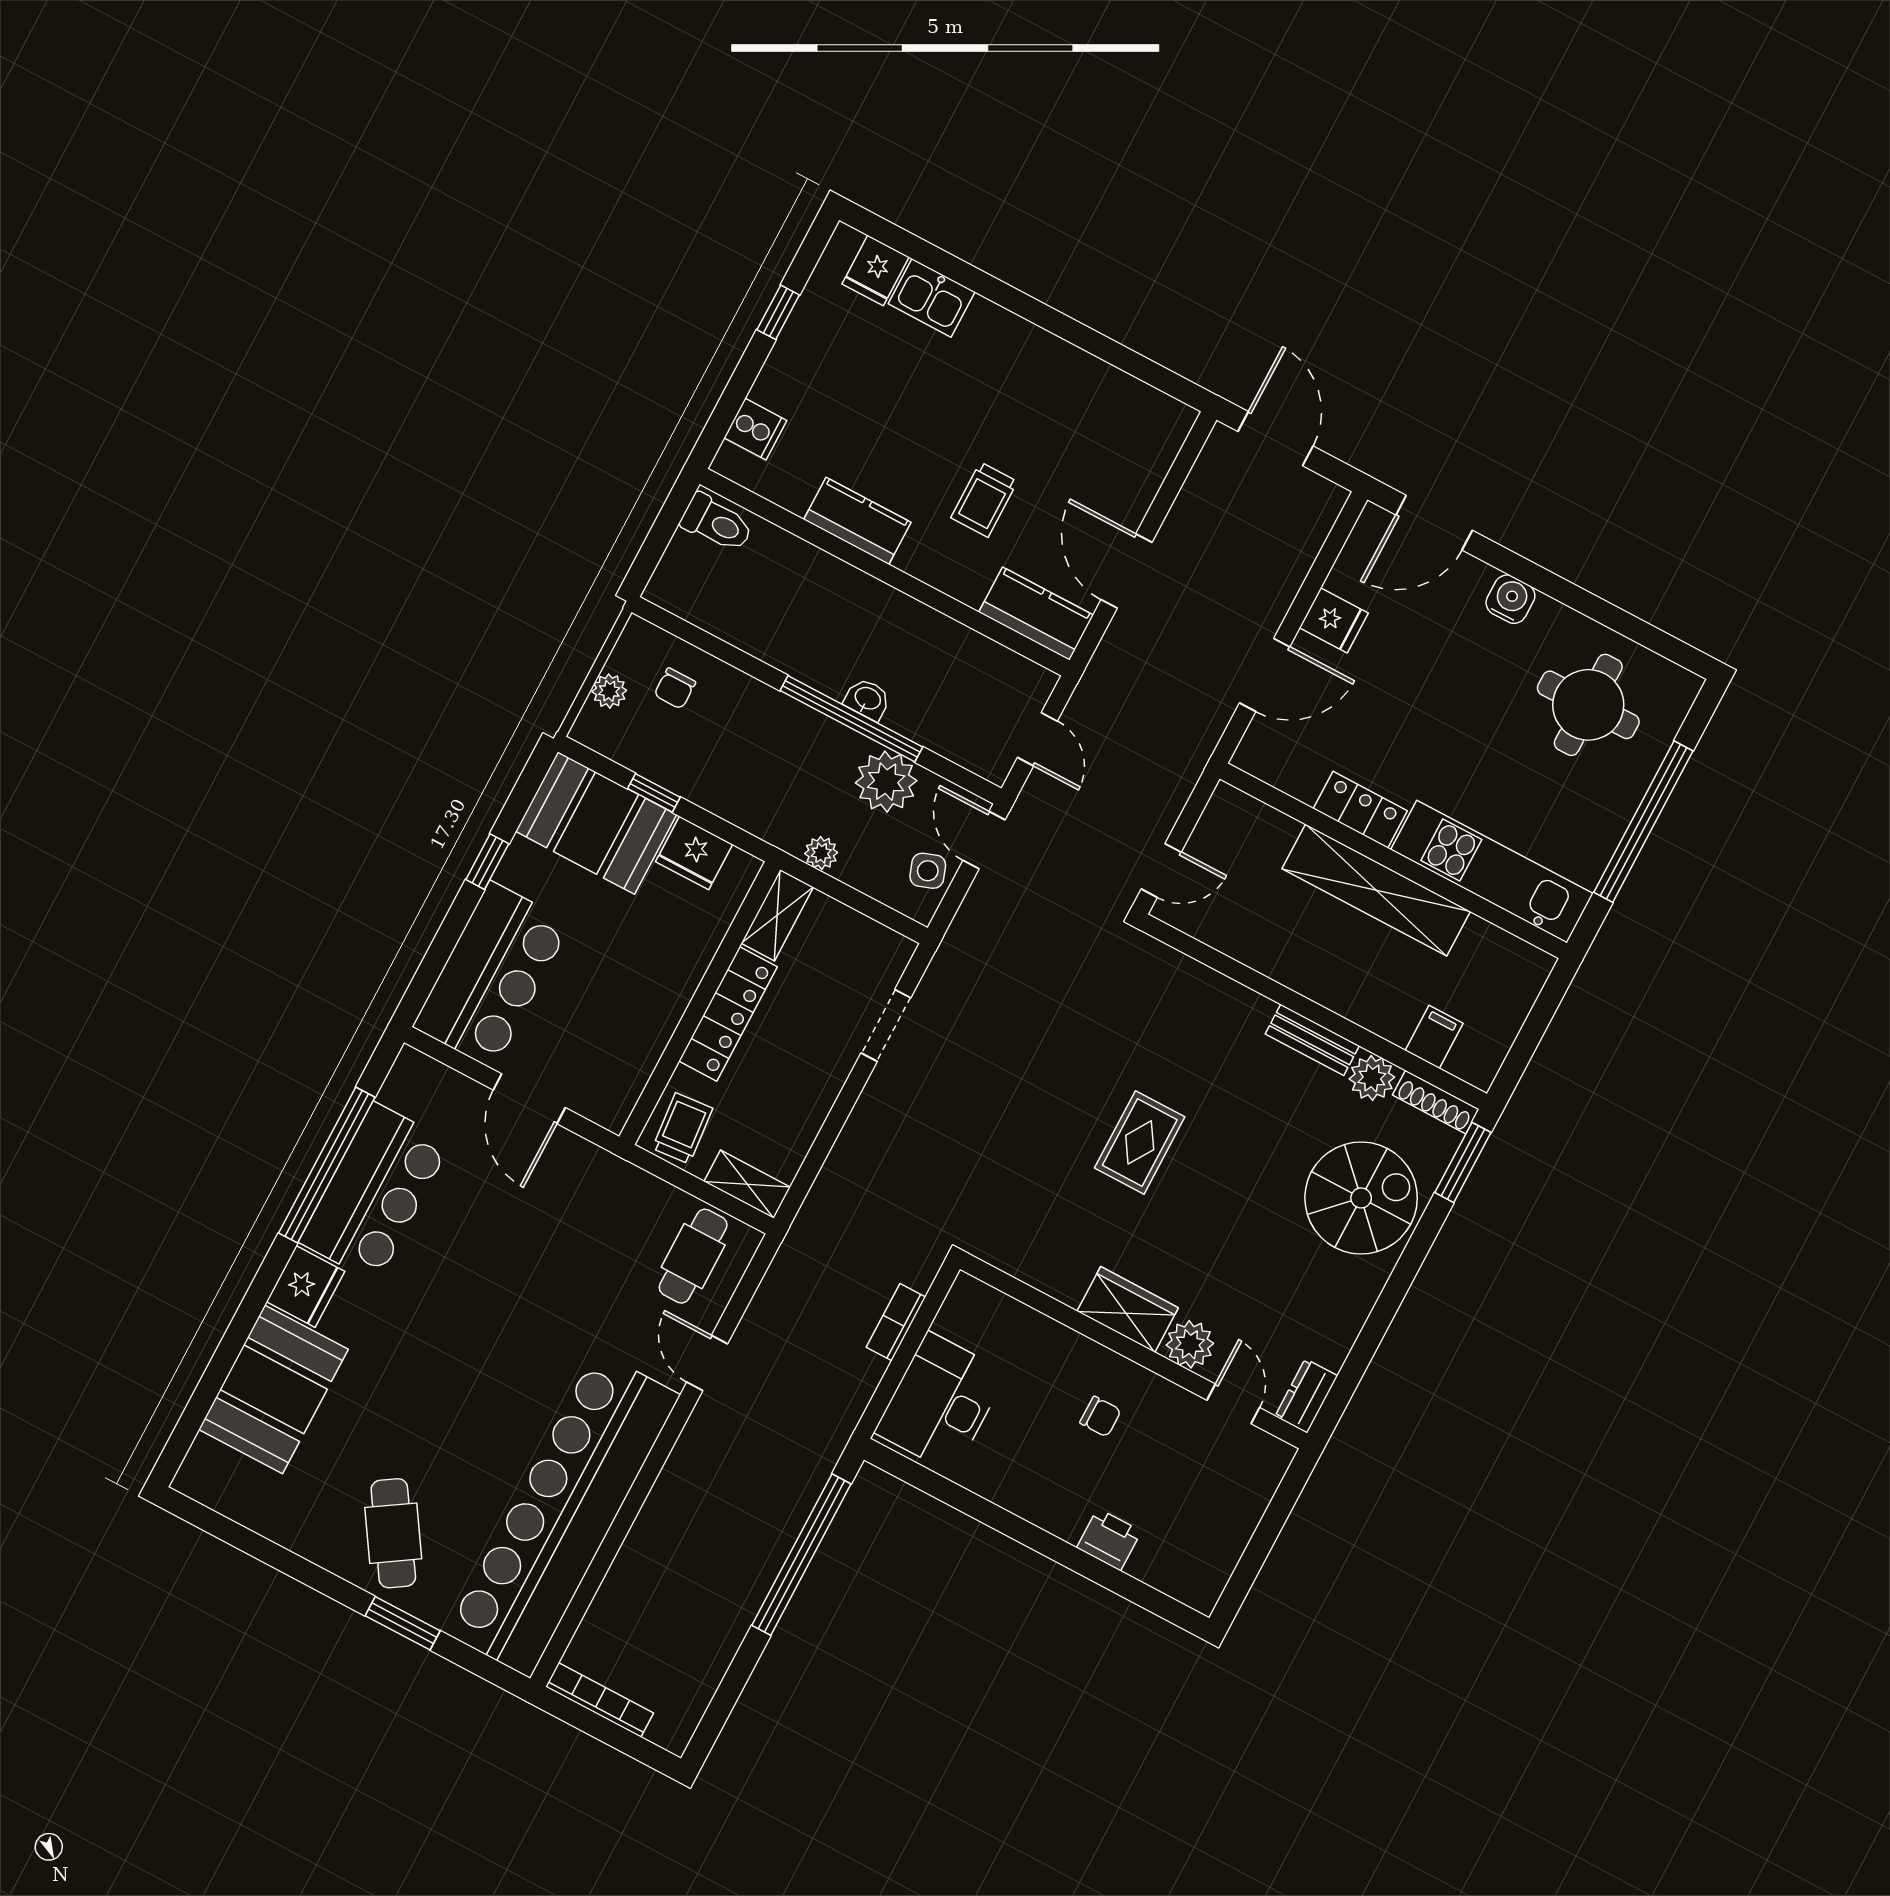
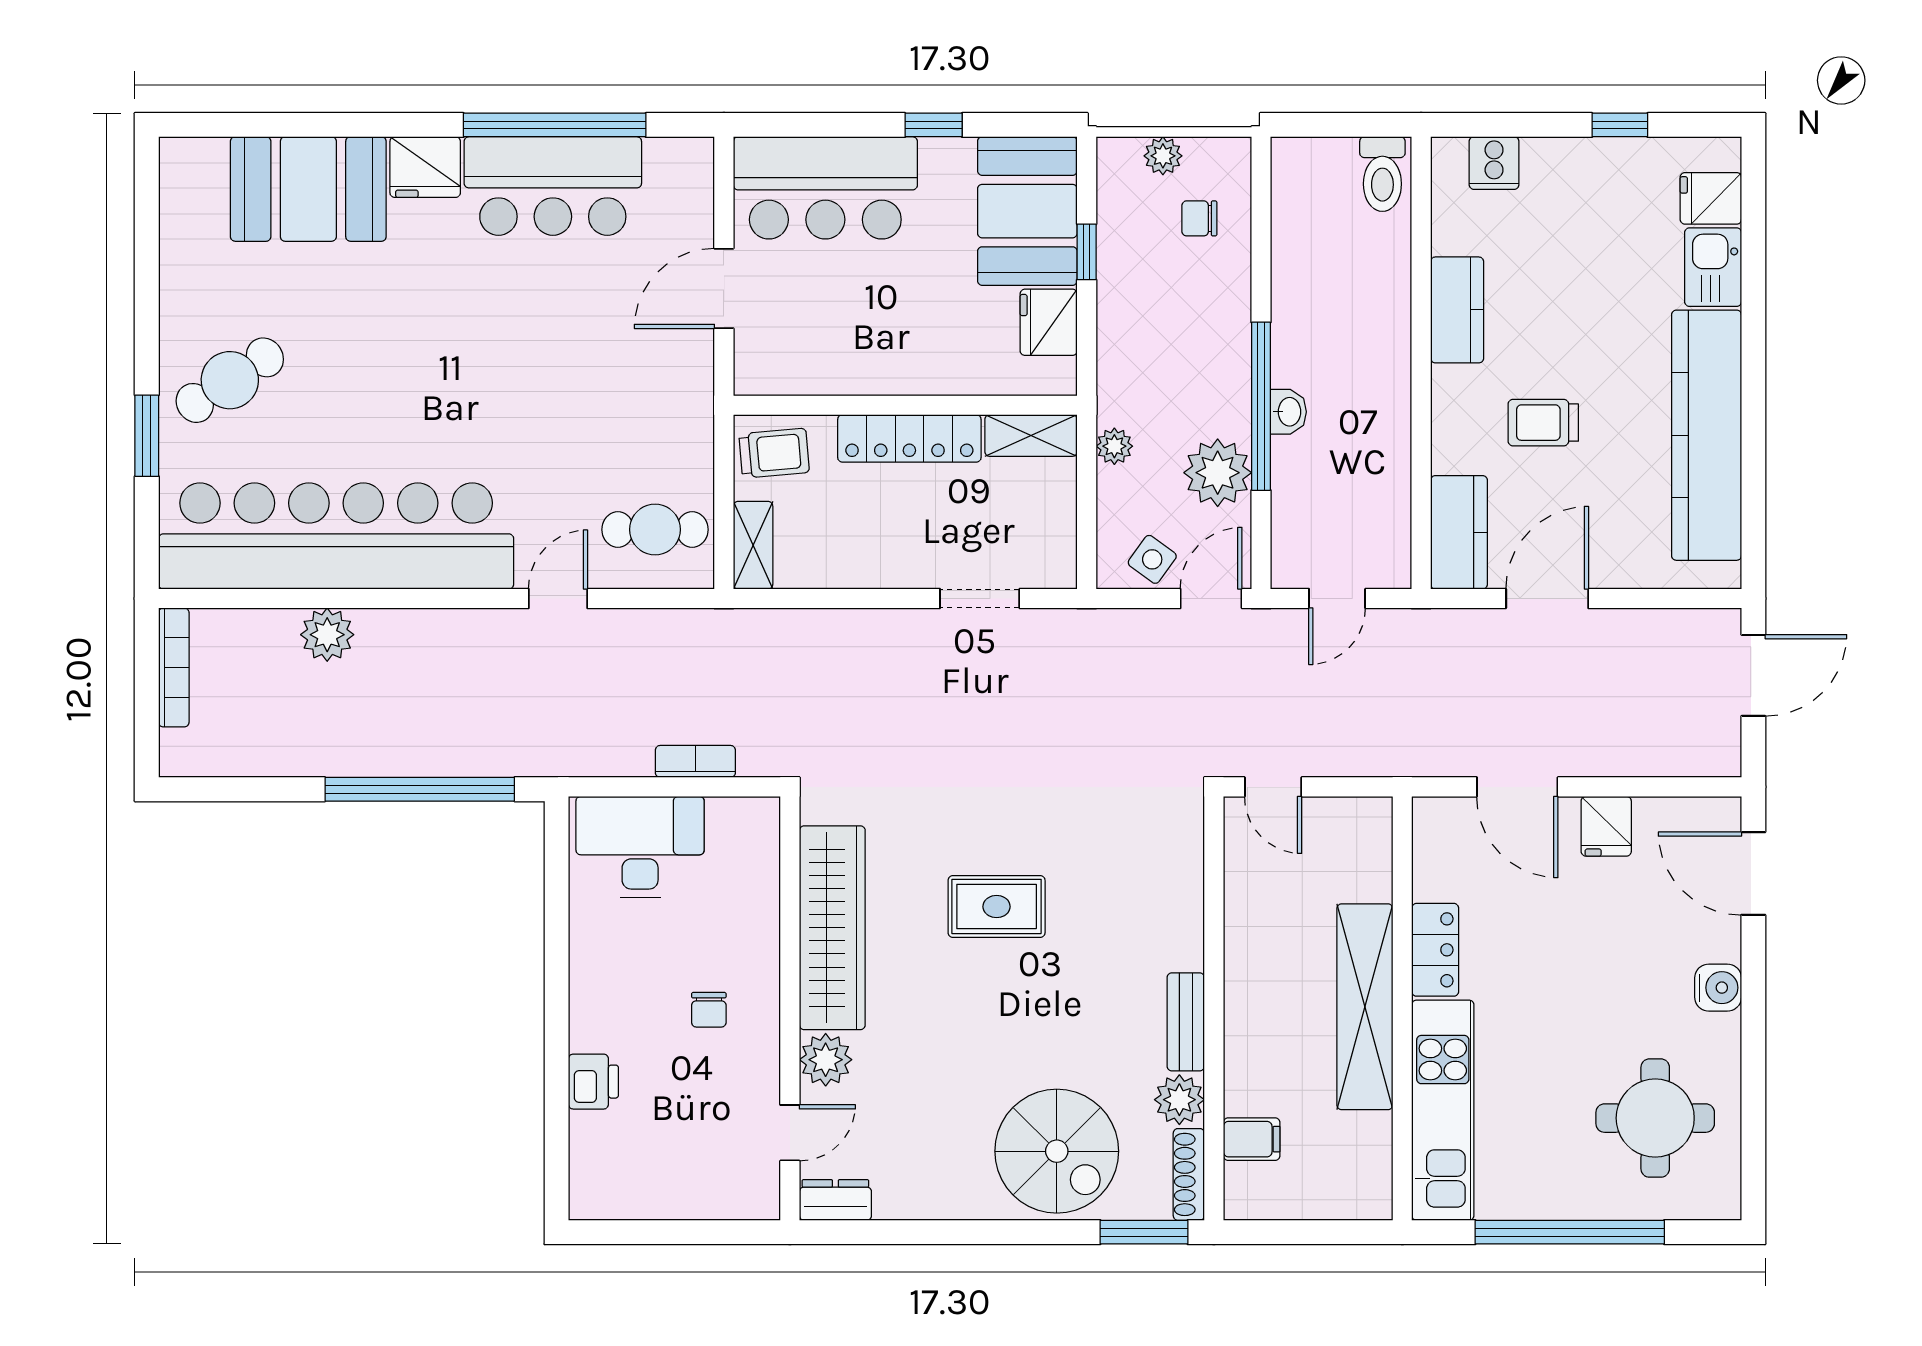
kitchen counter: (1063, 374) -> (1707, 435), added
side table: (928, 871) -> (1152, 559), turned -34
wardrobe: (1128, 1310) -> (832, 928), width x2.10, depth x1.17
plant: (638, 1563) -> (327, 635), added

